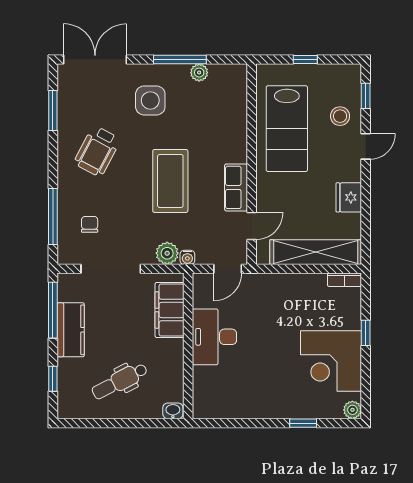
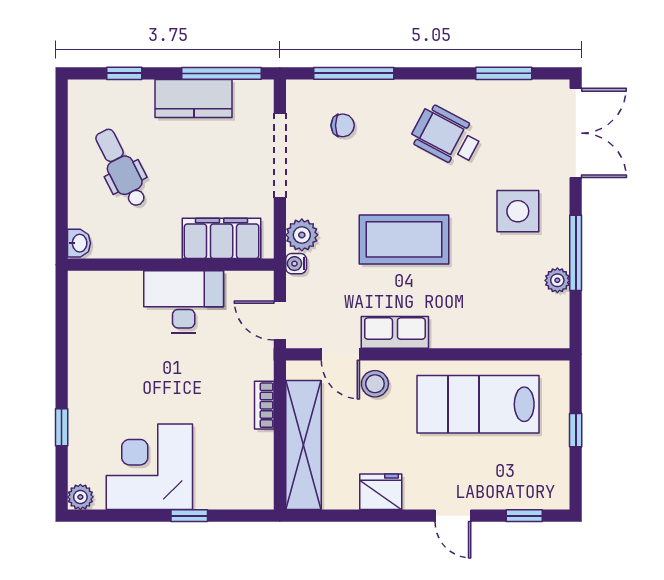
stool: (340, 116) -> (375, 384), moved
bookcase: (344, 280) -> (264, 405), moved

